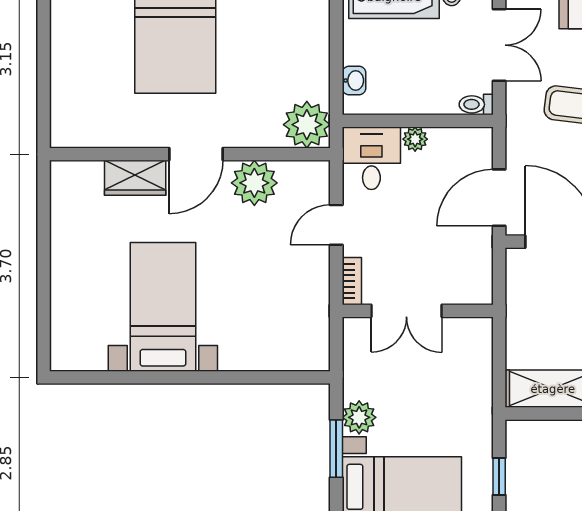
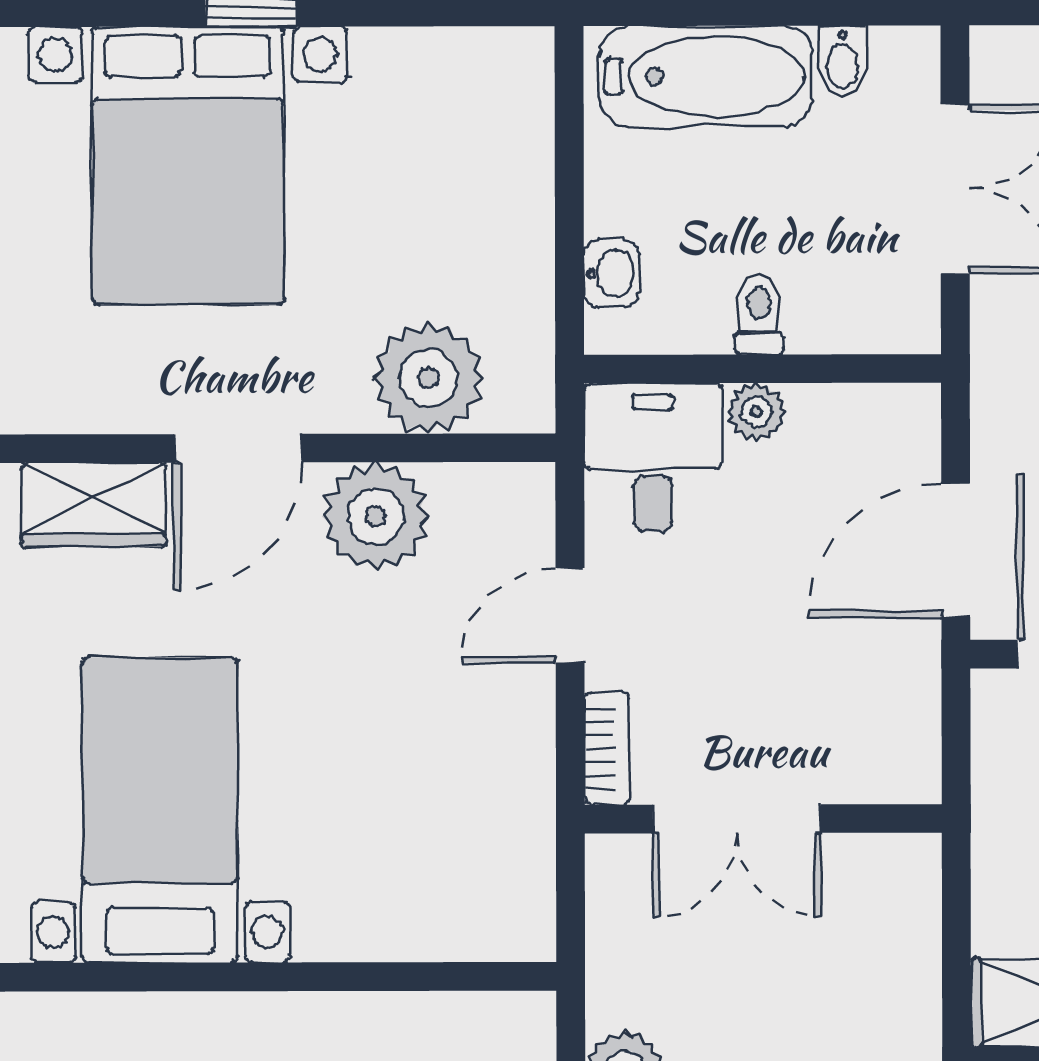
toilet: (476, 104) -> (759, 314), moved, turned 90
plant: (307, 125) -> (428, 378), moved

